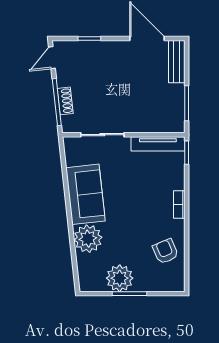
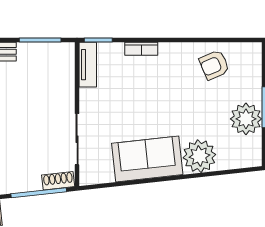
shoe rack: (65, 101) -> (58, 181), moved
tv unit: (158, 144) -> (88, 65), width x0.71
bookcase: (179, 205) -> (141, 49), moved

